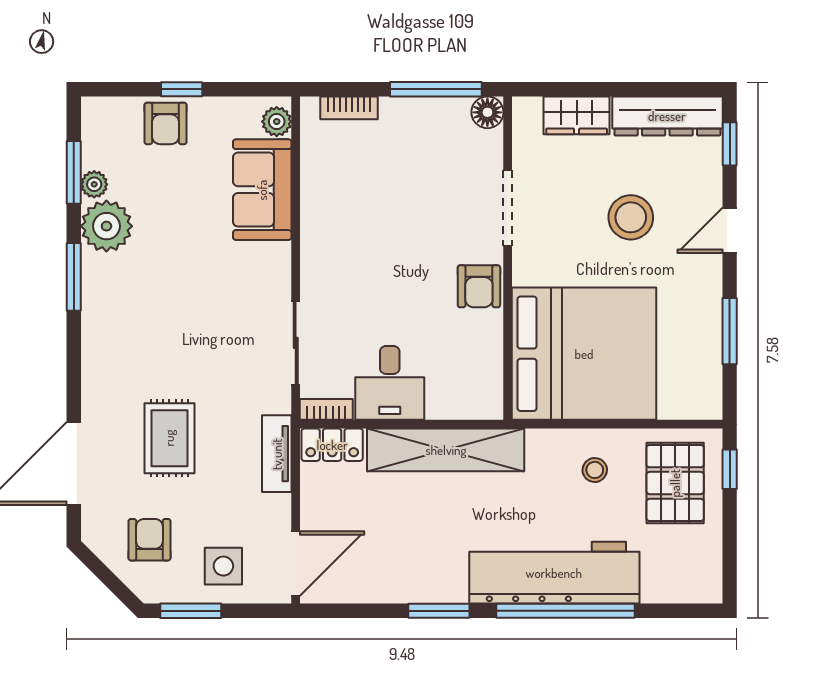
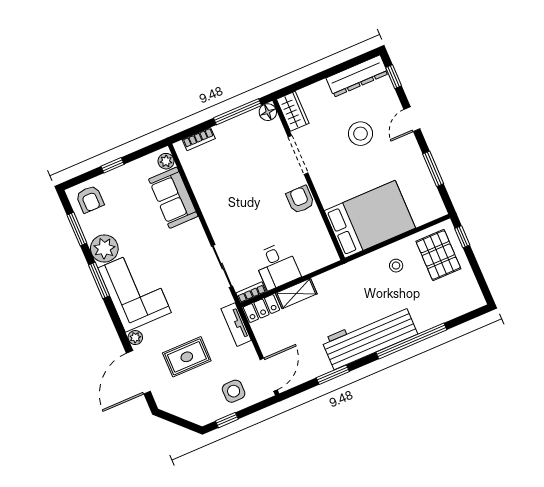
wardrobe: (577, 115) -> (293, 111), moved, turned -90
armchair: (166, 123) -> (90, 199), moved
plant: (94, 184) -> (135, 338), moved
armchair: (479, 286) -> (300, 200), turned 180
corner sofa: (128, 320) -> (135, 290), added
bed: (584, 354) -> (370, 219), width x0.73
rug: (169, 438) -> (187, 357), moved, turned 90
shelving: (446, 450) -> (296, 293), width x0.45, depth x0.75
armchair: (149, 540) -> (192, 394), removed
workbench: (554, 573) -> (369, 337), moved
window: (191, 611) -> (227, 420), width x0.67
window: (439, 611) -> (333, 375), moved

